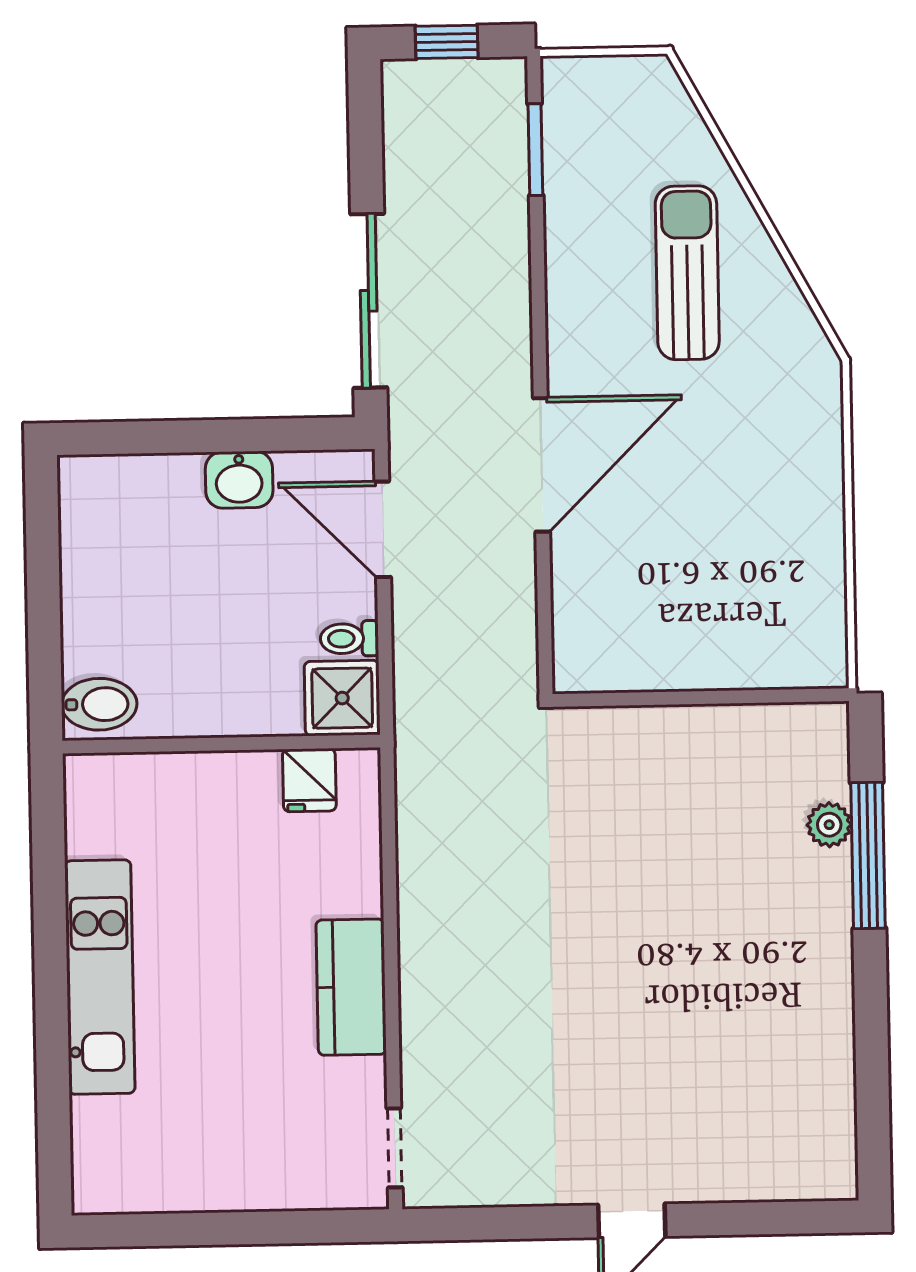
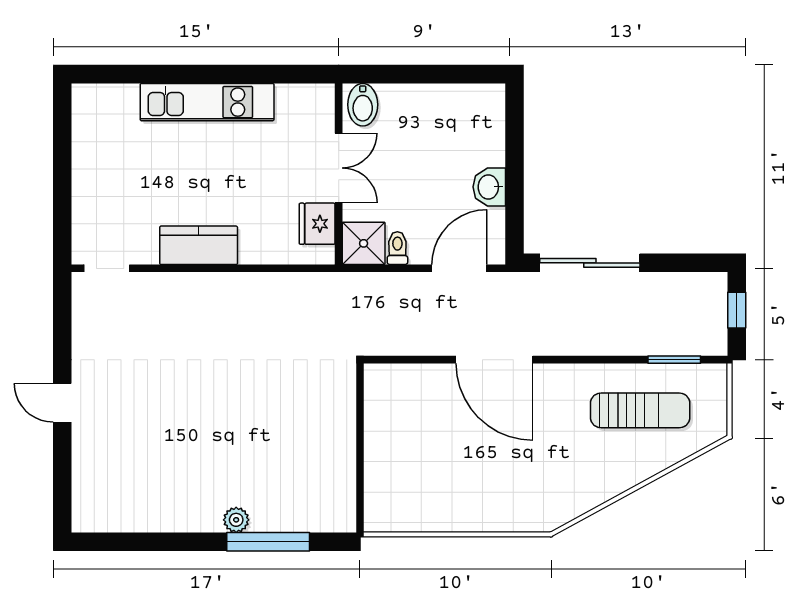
sun lounger: (687, 273) -> (640, 410), moved
double door: (211, 744) -> (339, 168), added
fridge: (309, 780) -> (317, 224), width x1.38
plant: (829, 825) -> (236, 520), moved

